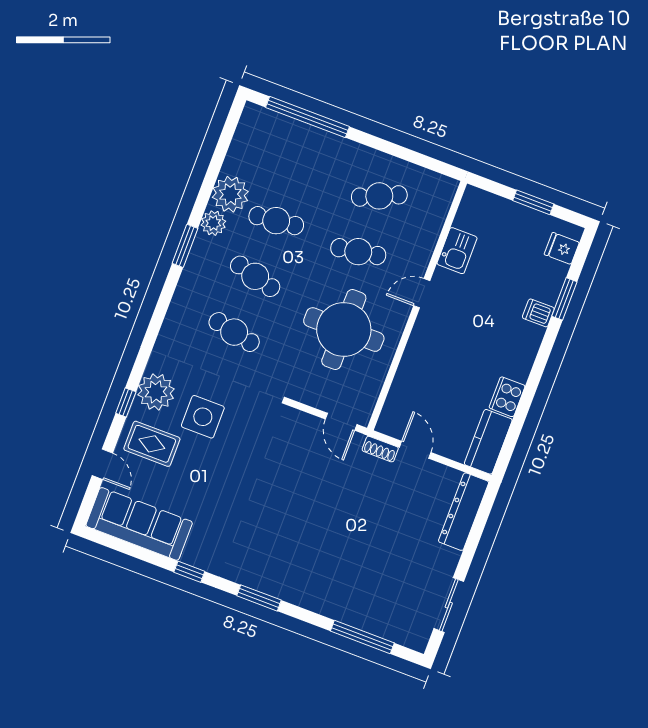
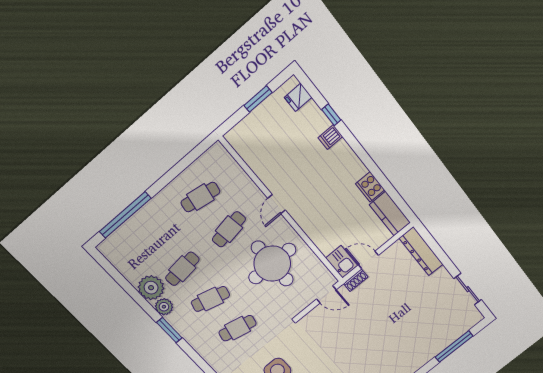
cafe table: (379, 196) -> (200, 197), turned 33
kitchen sink: (457, 251) -> (342, 262), moved
window: (564, 299) -> (331, 115), width x0.67

